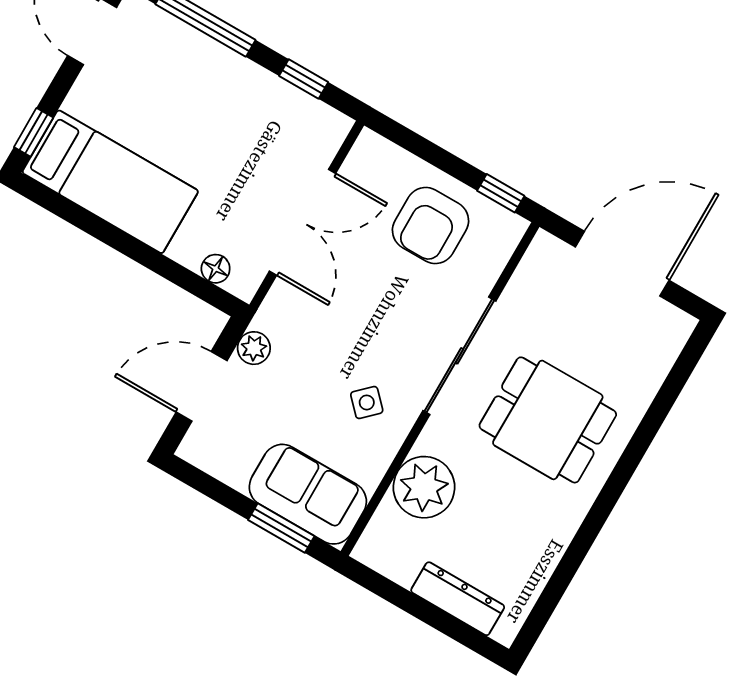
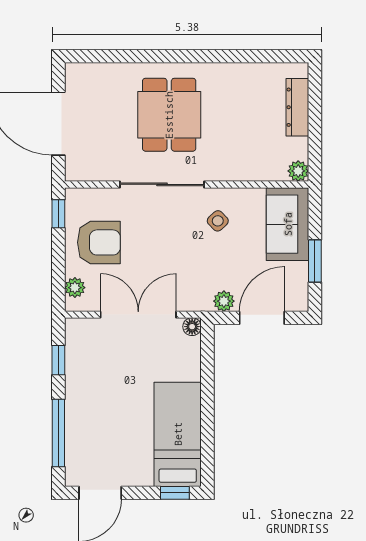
plant: (389, 158) -> (75, 288), added
floor lamp: (216, 269) -> (192, 327), moved
door: (202, 386) -> (262, 318), swing flipped
plant: (424, 487) -> (298, 171), moved, width x0.53, depth x0.53
window: (281, 528) -> (315, 261), moved

